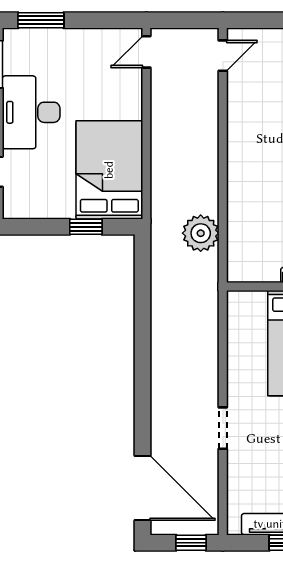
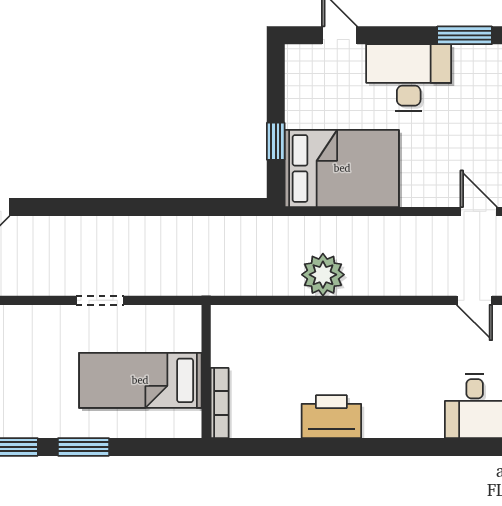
plant: (201, 233) -> (323, 275), moved
doorway: (223, 428) -> (100, 300), moved

